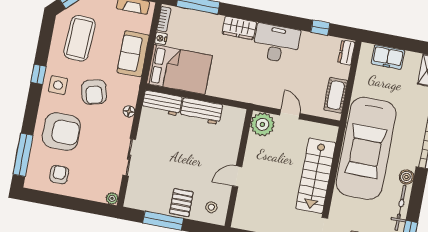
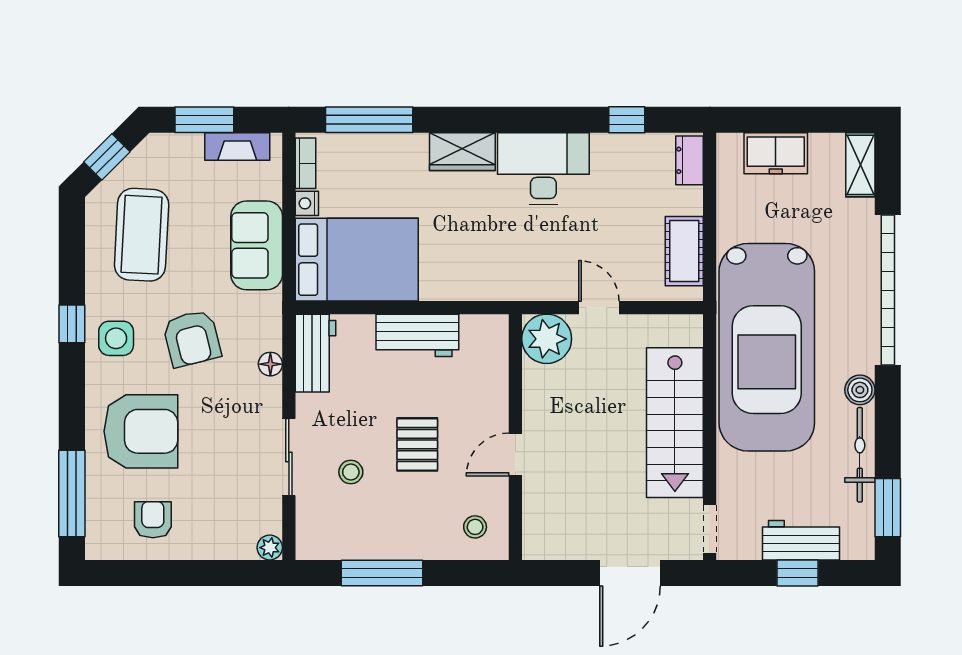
workbench: (162, 103) -> (315, 353), moved, turned -90
stool: (157, 170) -> (351, 472), added
pallet: (181, 203) -> (417, 444), moved

